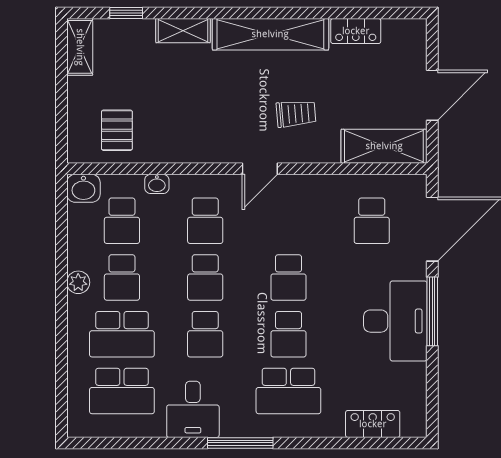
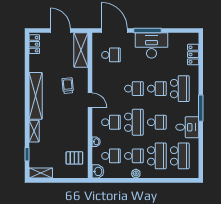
locker: (356, 31) -> (34, 44), moved
school desk: (205, 278) -> (134, 122), width x1.85

